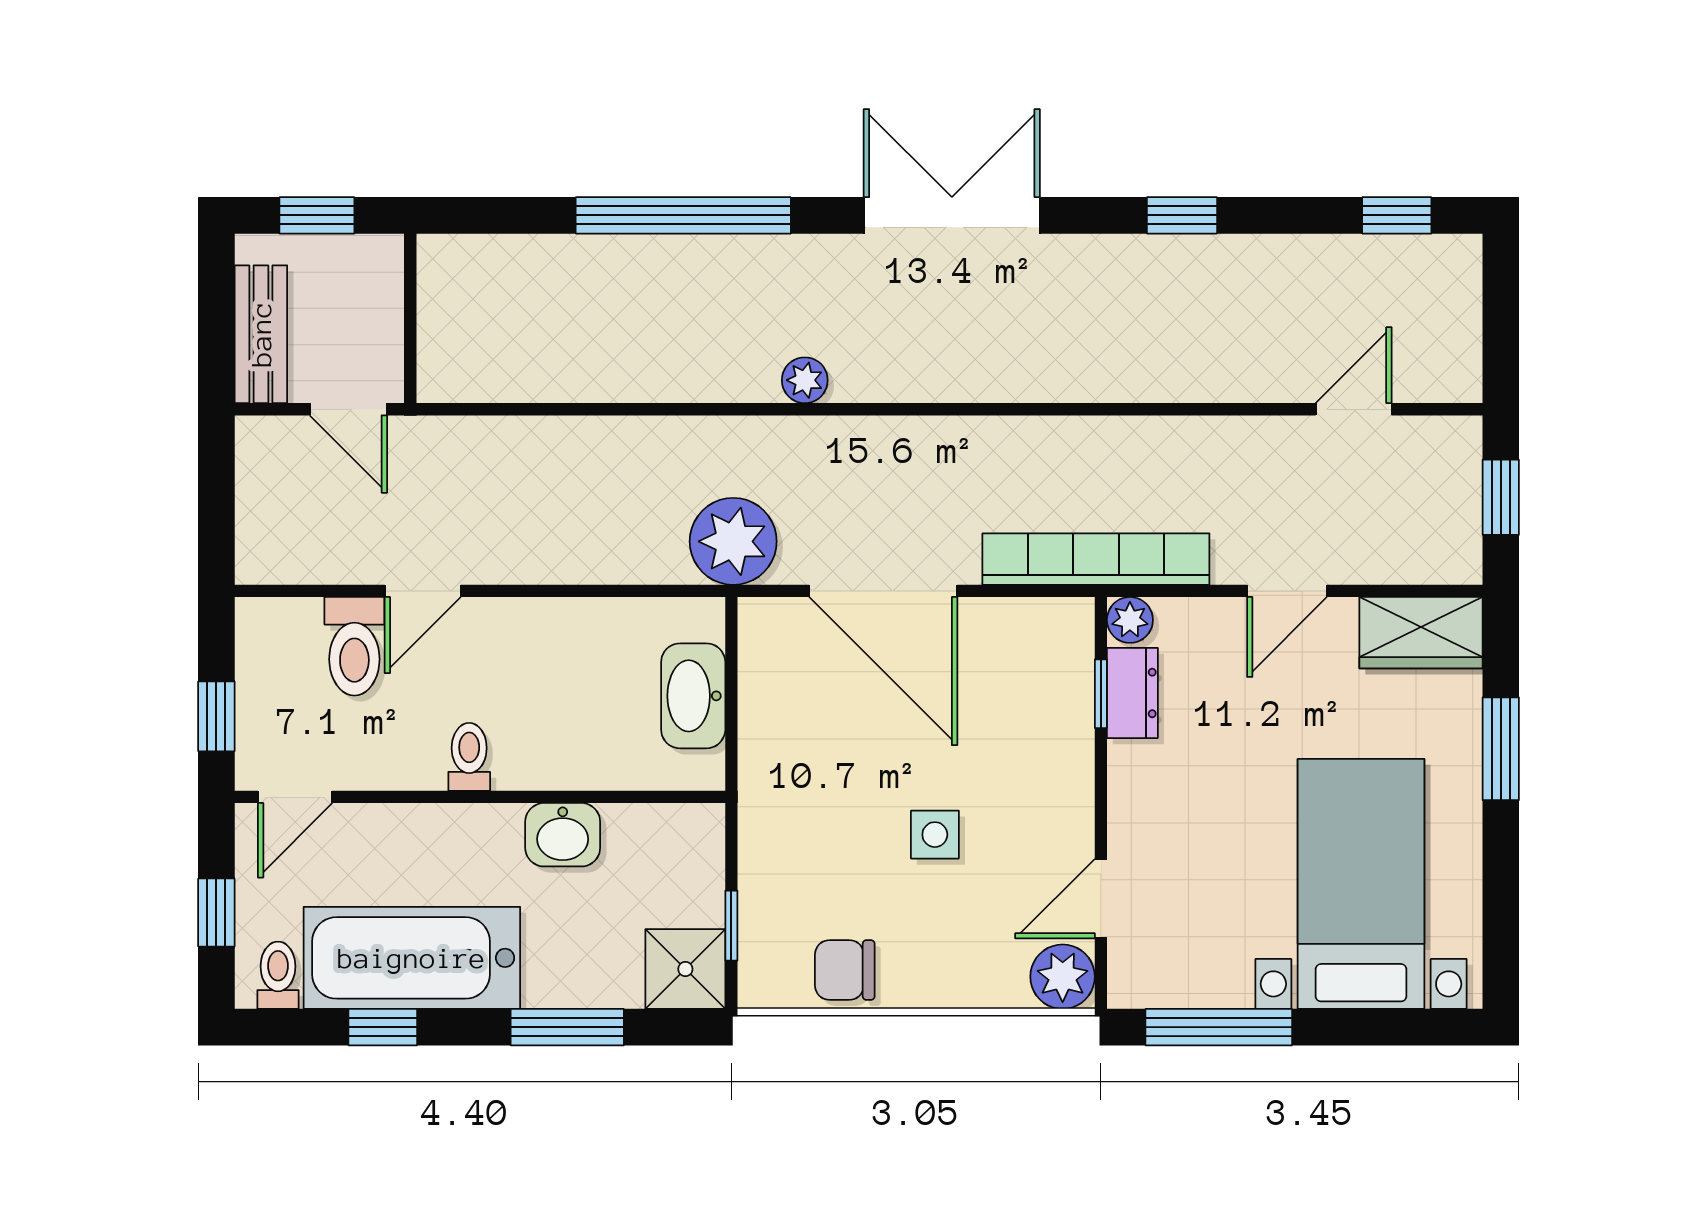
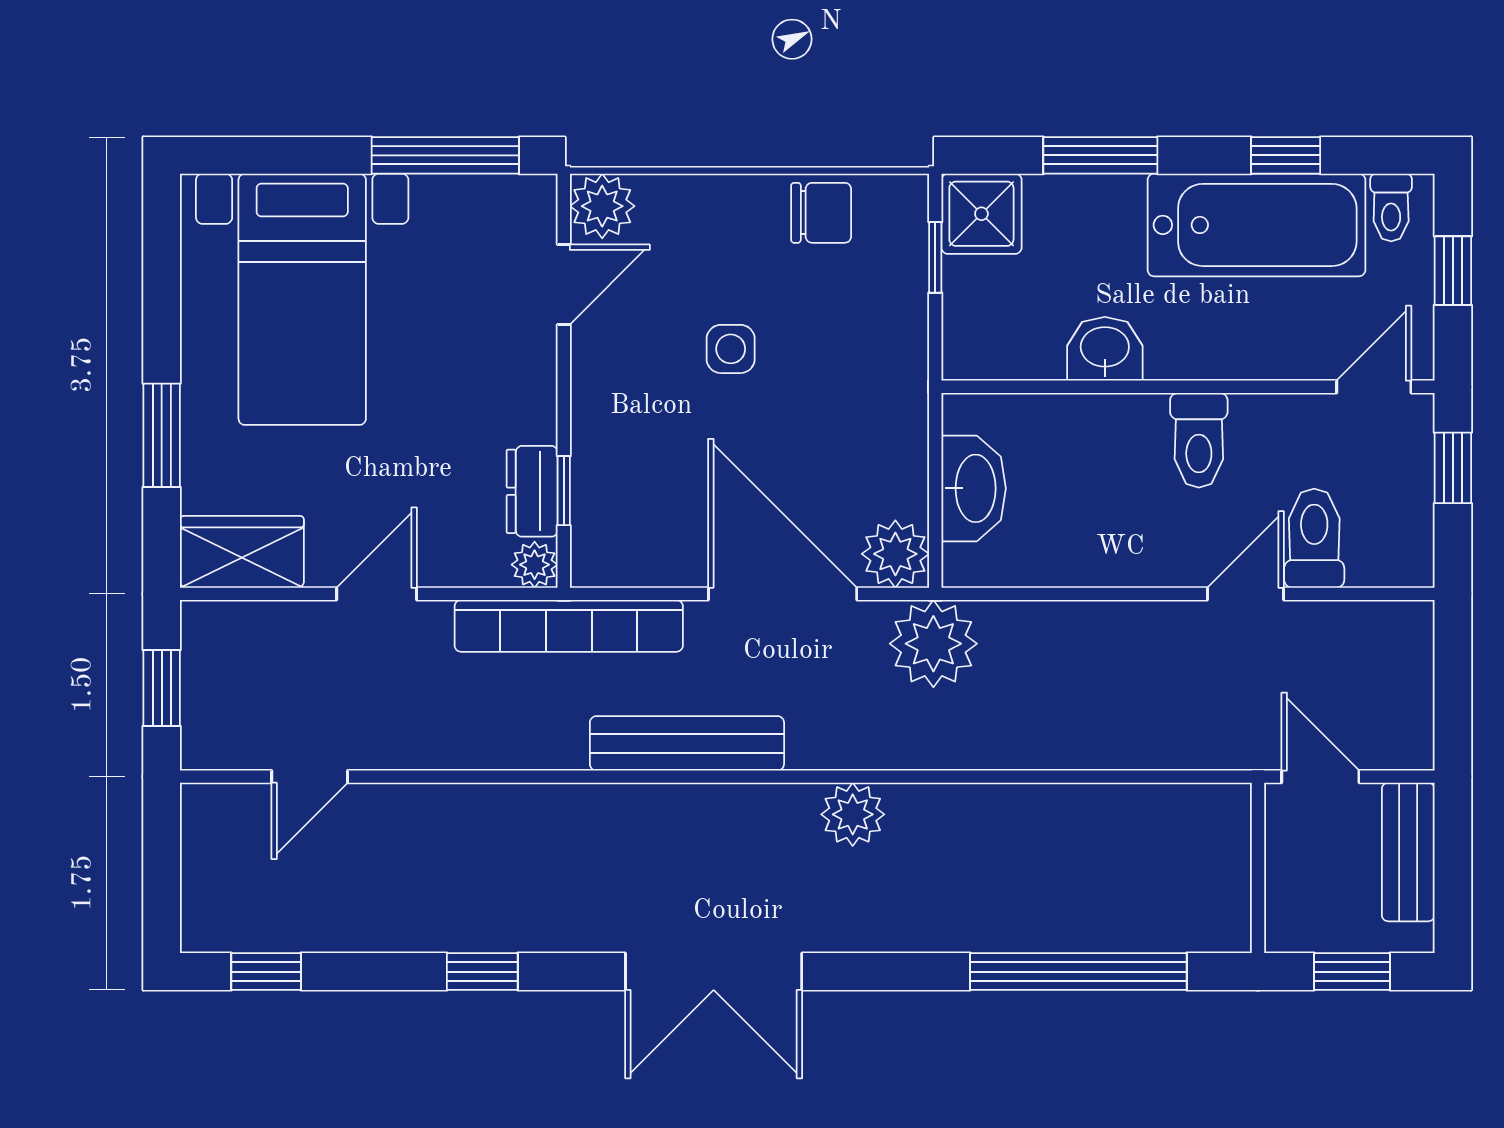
window: (683, 215) -> (1078, 972), moved
plant: (805, 380) -> (853, 814), width x1.38, depth x1.38
bench: (978, 442) -> (687, 743), added
plant: (771, 631) -> (895, 554), added
toilet: (469, 757) -> (1199, 440), width x1.37, depth x1.39

